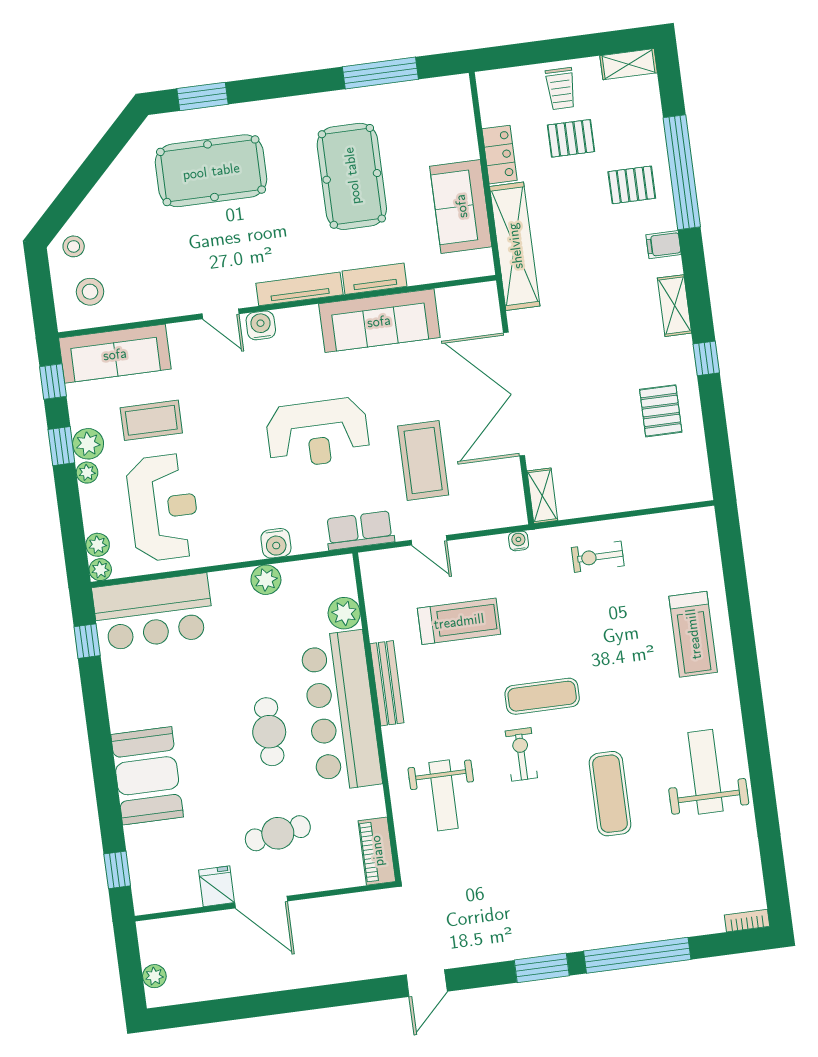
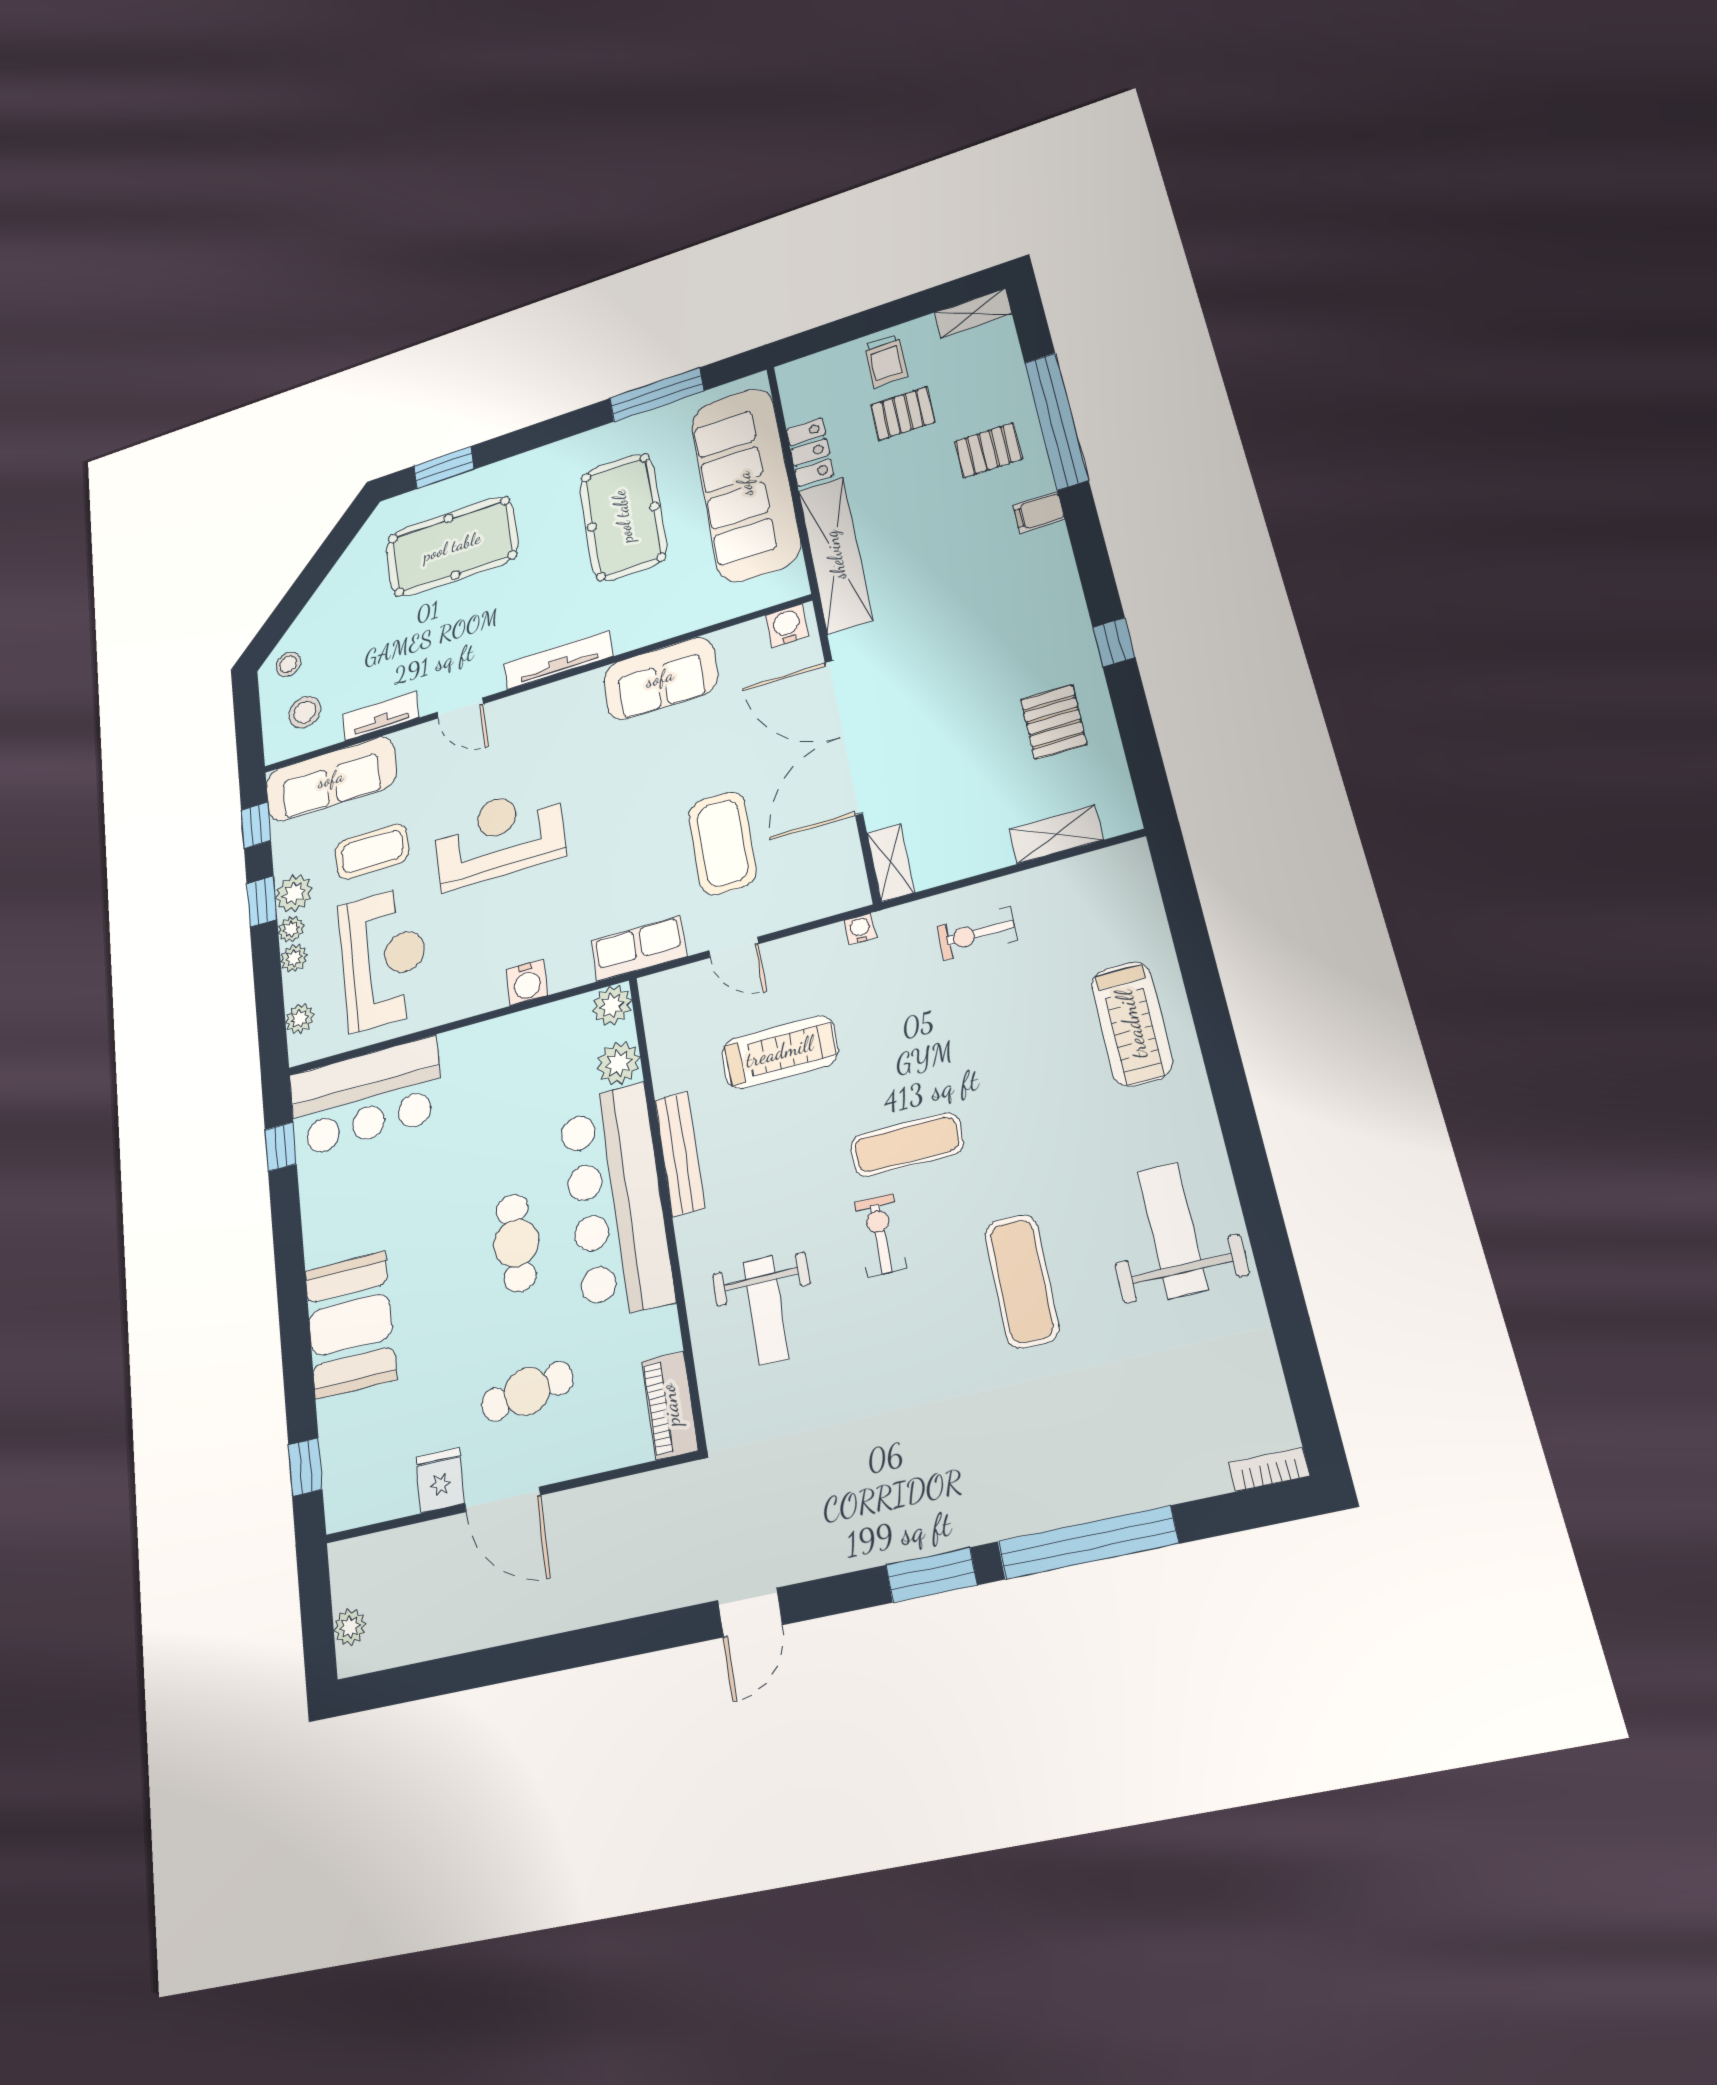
sofa: (461, 206) -> (745, 484), width x1.85, depth x1.27
tv unit: (375, 279) -> (381, 716), moved
shelving: (674, 306) -> (1056, 834), moved, turned 90
sofa: (379, 321) -> (660, 678), width x0.73
water cooler: (261, 325) -> (787, 626), moved
reception desk: (318, 433) -> (499, 837), moved, turned 180
plant: (100, 570) -> (294, 958), moved
plant: (266, 580) -> (612, 1005), moved

